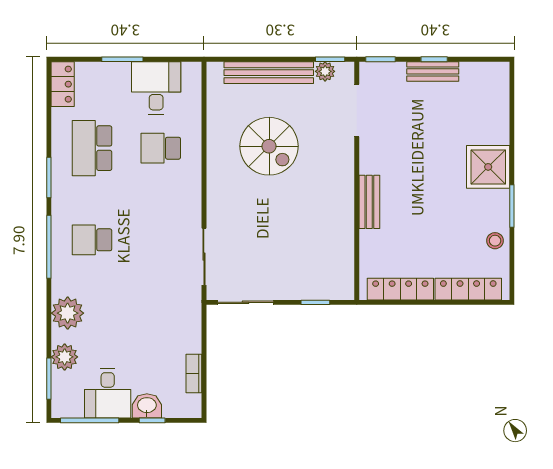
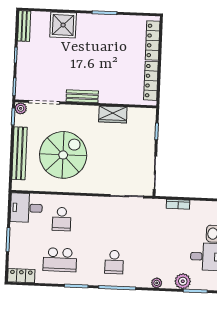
plant: (325, 71) -> (21, 108), moved
bench: (433, 71) -> (24, 26), moved
desk: (156, 88) -> (26, 208), moved
spiral stairs: (269, 146) -> (63, 155), width x1.37, depth x1.37
shower: (488, 167) -> (63, 25), moved
bench: (369, 202) -> (82, 96), moved
wardrobe: (341, 227) -> (113, 114), added
stool: (495, 241) -> (125, 24), removed
plant: (68, 313) -> (157, 283), width x0.53, depth x0.53
bookcase: (194, 373) -> (178, 204), moved

